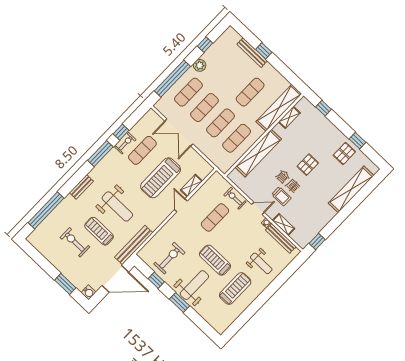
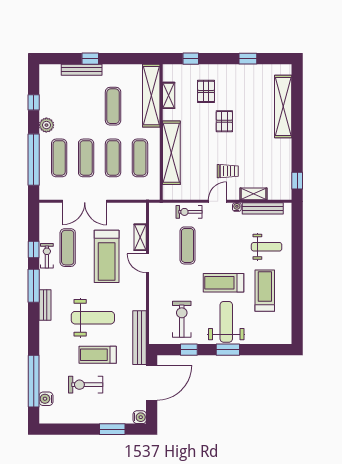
pallet: (344, 153) -> (206, 91), moved
bench: (81, 187) -> (45, 305), moved
water cooler: (43, 228) -> (46, 399), added

